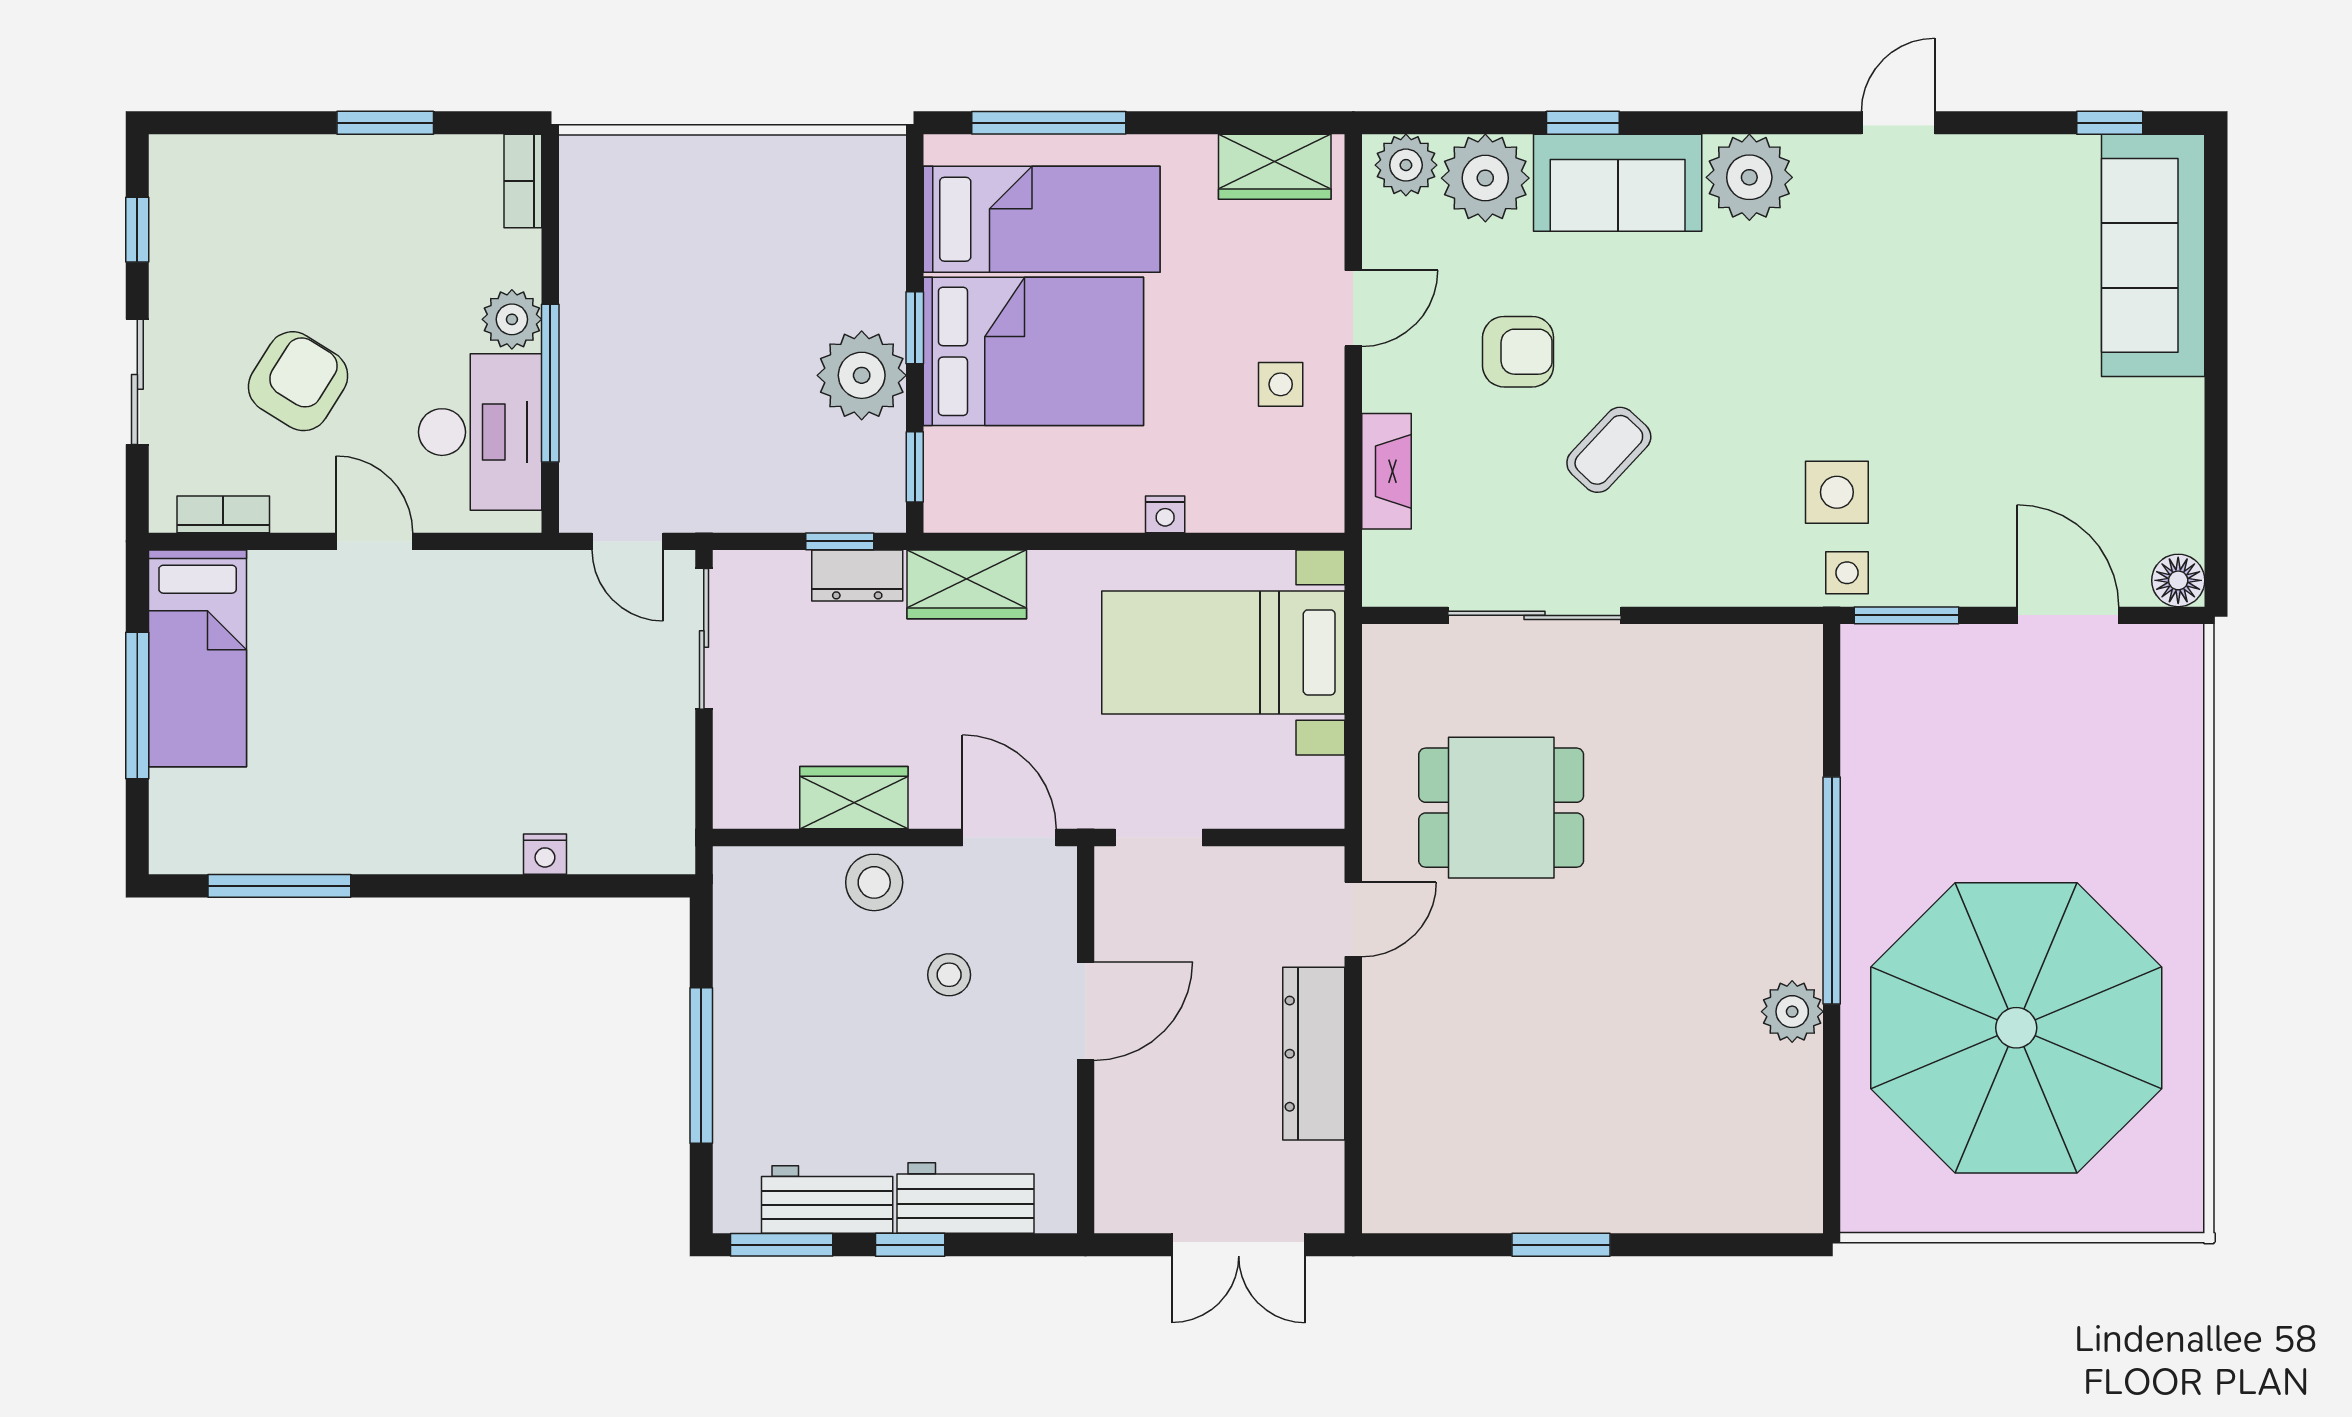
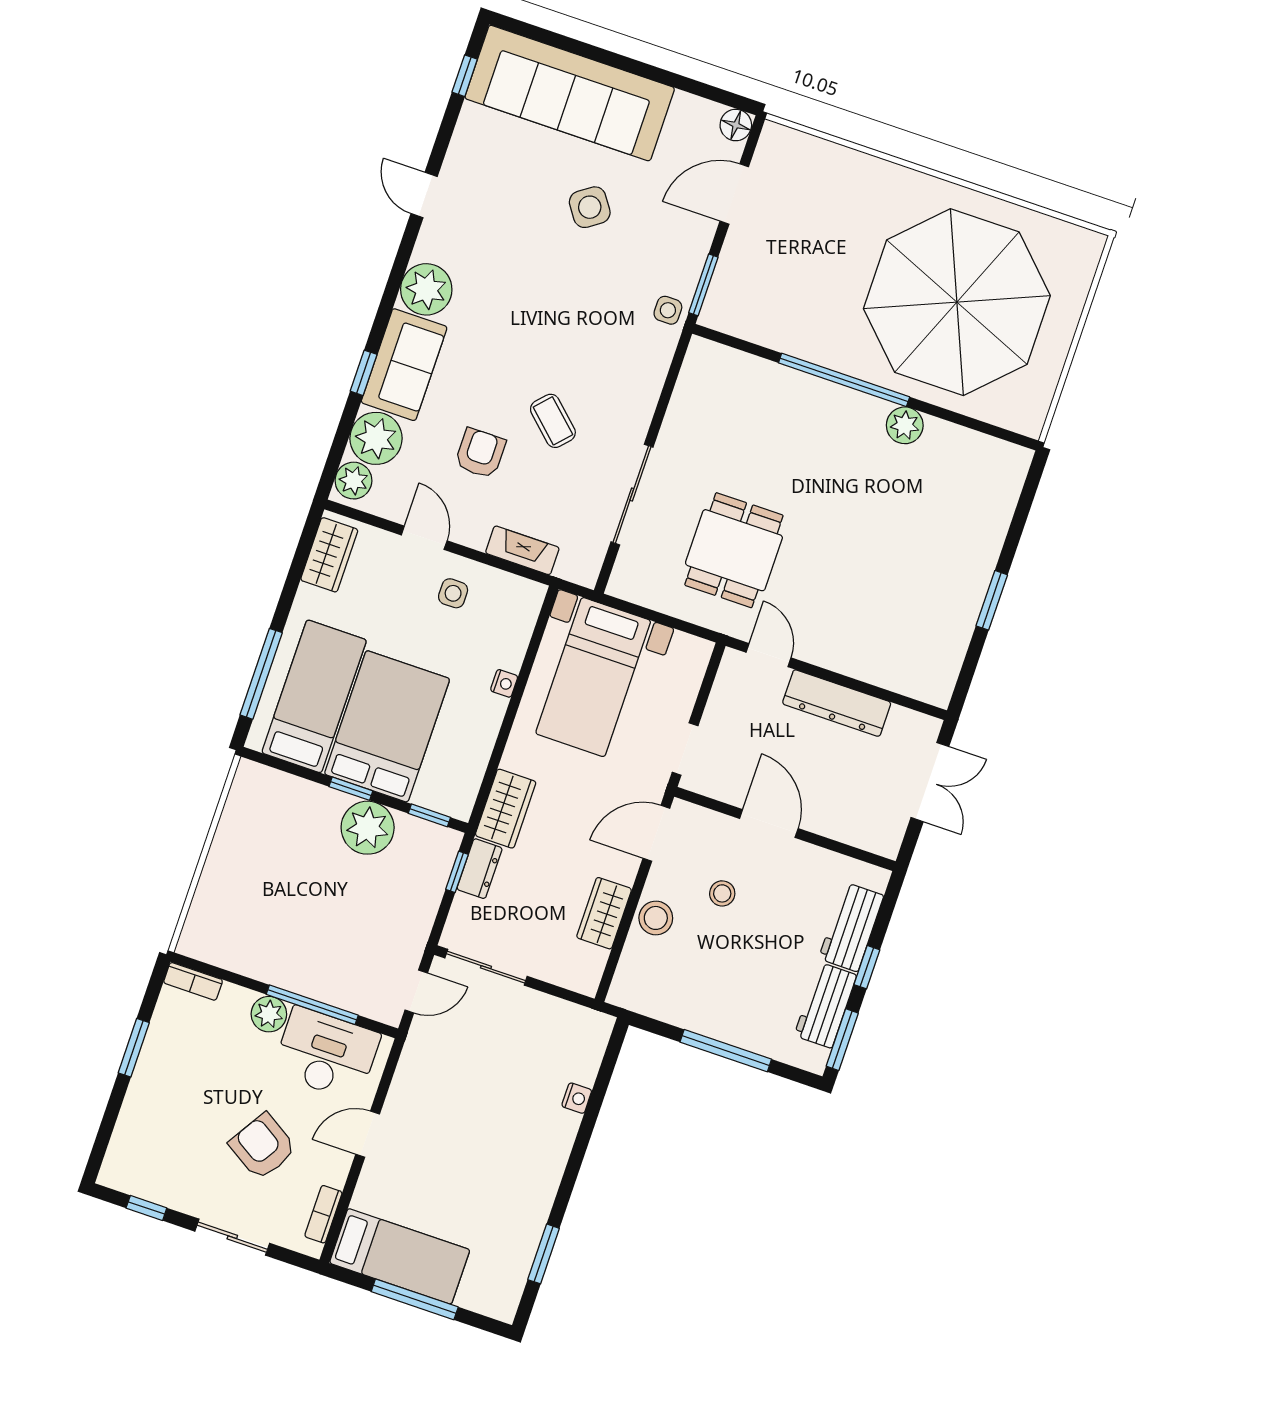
sofa: (2153, 255) -> (570, 93), width x1.36, depth x1.27
side table: (1837, 492) -> (590, 207), moved, turned -35
window: (279, 886) -> (544, 1254), width x0.69

